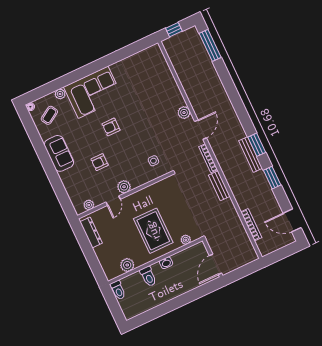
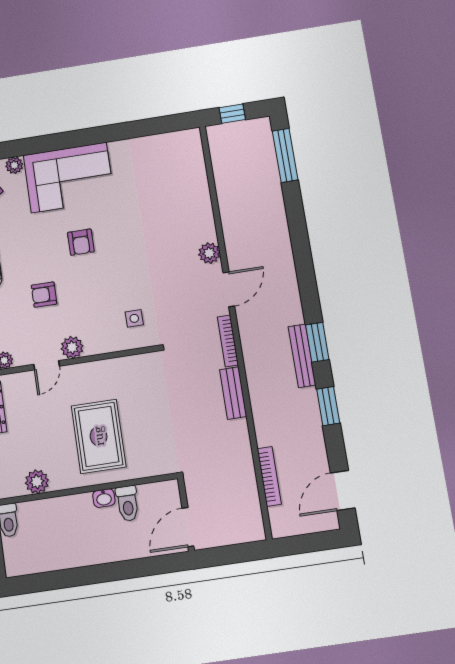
armchair: (111, 127) -> (81, 242), turned -90
door: (292, 220) -> (343, 490), hinge flipped
plant: (186, 240) -> (149, 468), removed
toilet: (148, 276) -> (128, 503), moved

